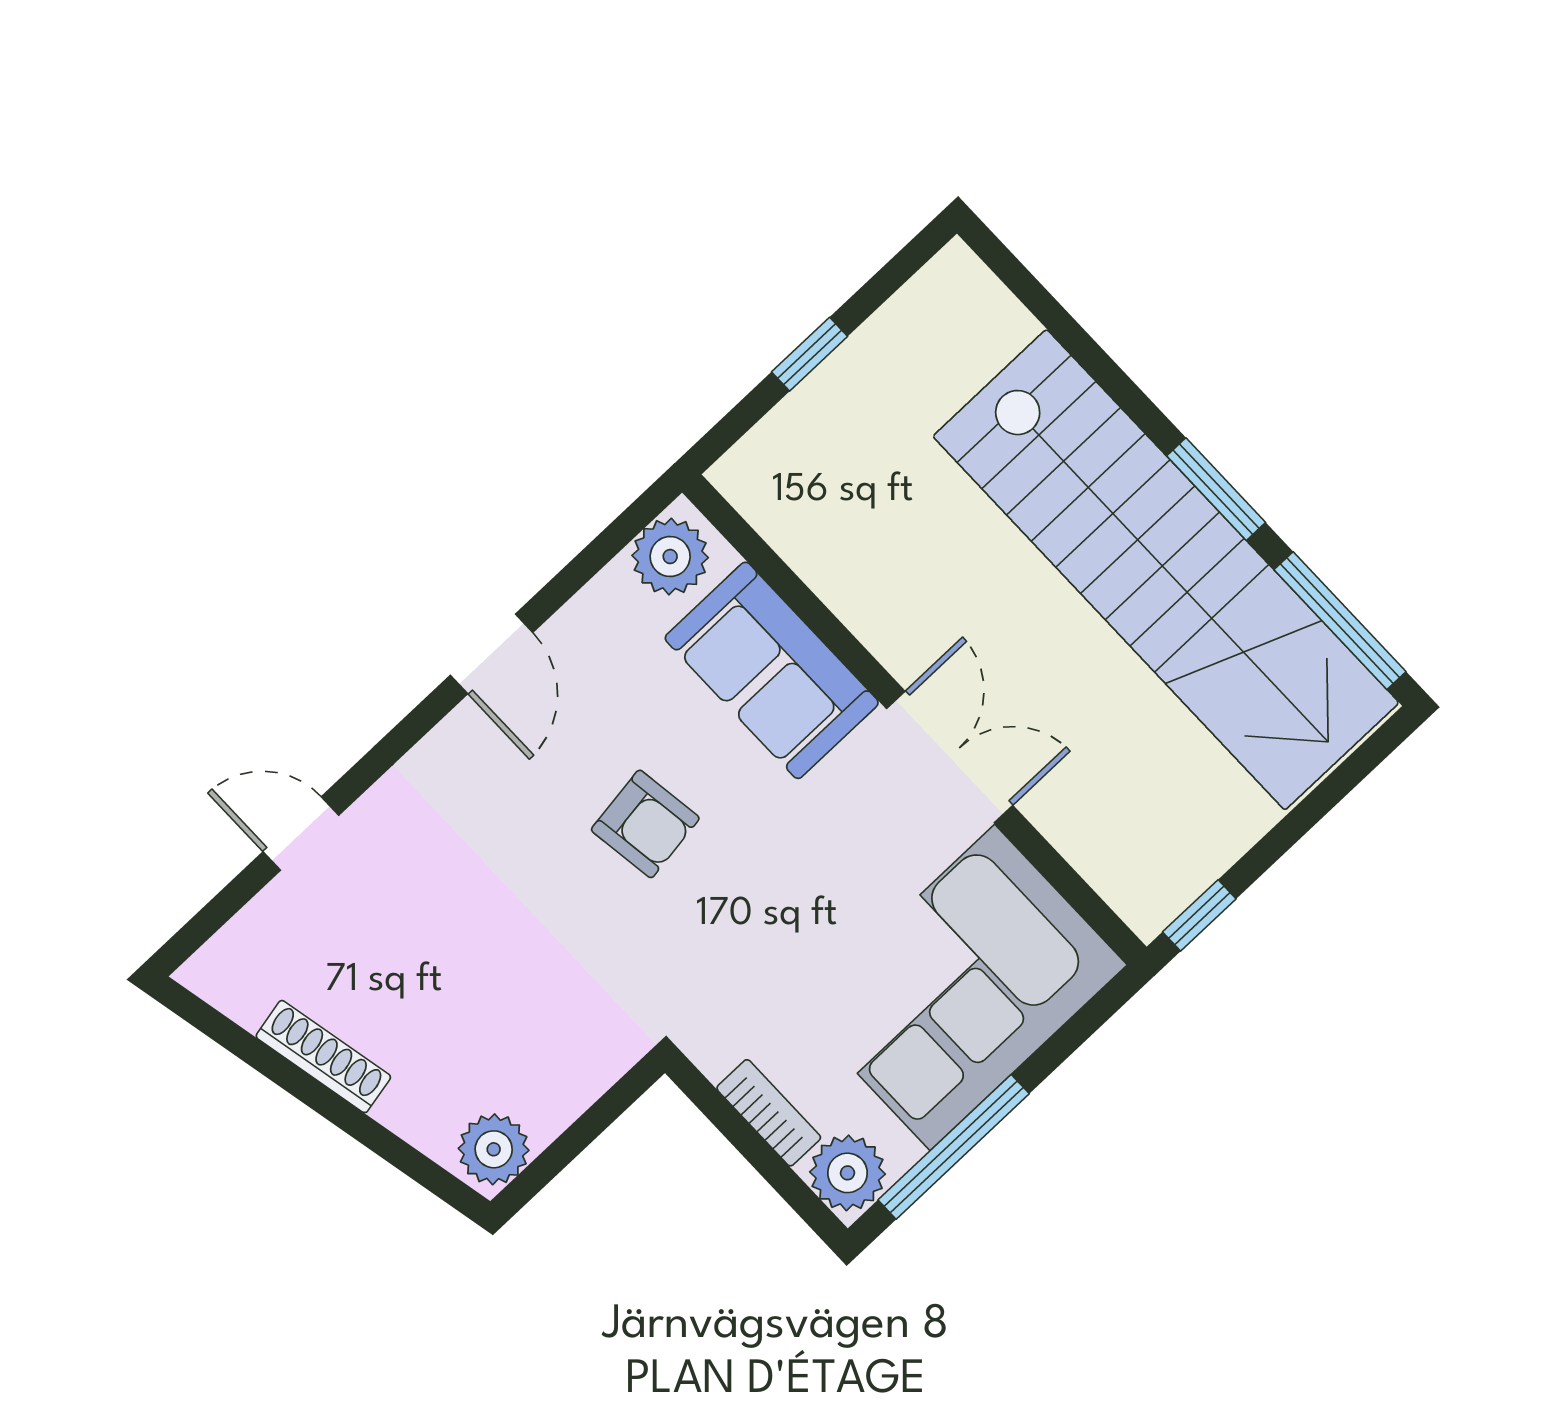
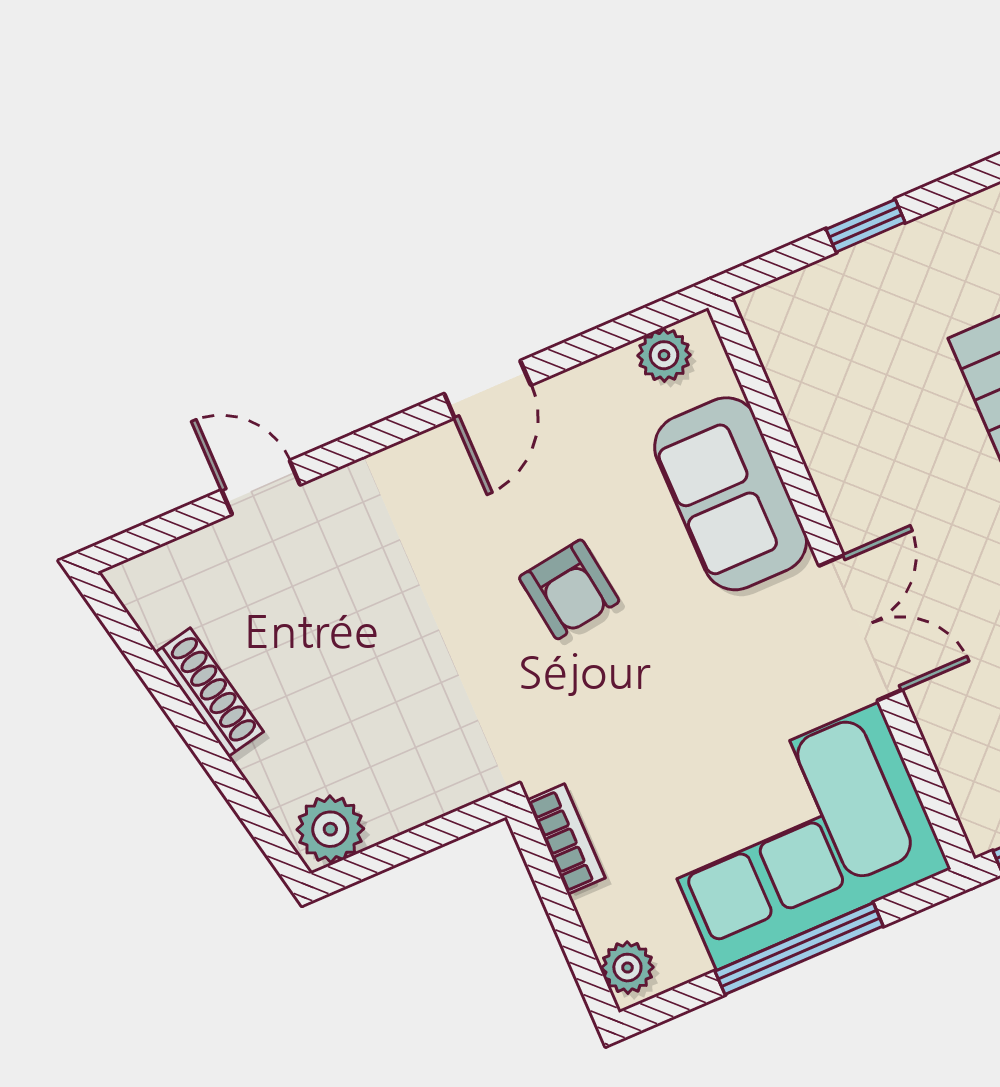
plant: (670, 557) -> (664, 355), width x0.73, depth x0.73
bookcase: (769, 1113) -> (566, 839), moved
window: (954, 1147) -> (799, 949), moved
plant: (847, 1173) -> (627, 968), width x0.73, depth x0.73

